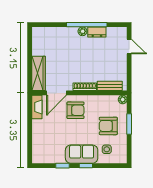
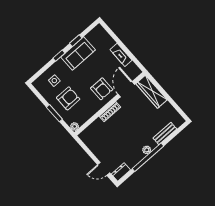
dresser: (97, 32) -> (121, 172), moved
bench: (110, 86) -> (165, 134), moved
fireplace: (37, 107) -> (121, 55), moved
armchair: (75, 110) -> (102, 89), turned -90
sofa: (82, 154) -> (78, 53), moved

